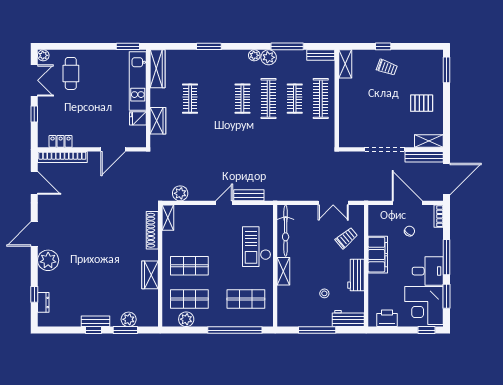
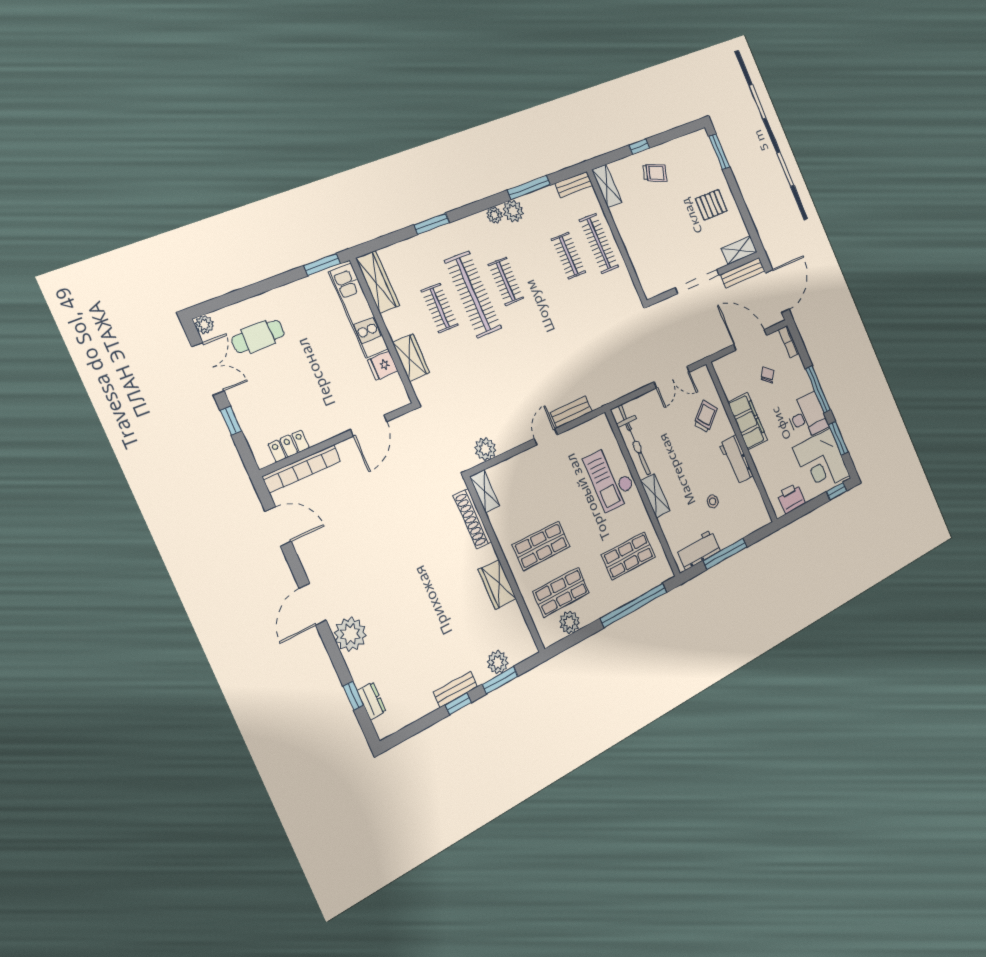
cafe table: (71, 73) -> (258, 337), turned 90
clothes rail: (269, 99) -> (473, 294), moved, width x1.37, depth x1.31
workbench: (348, 318) -> (699, 550), moved

